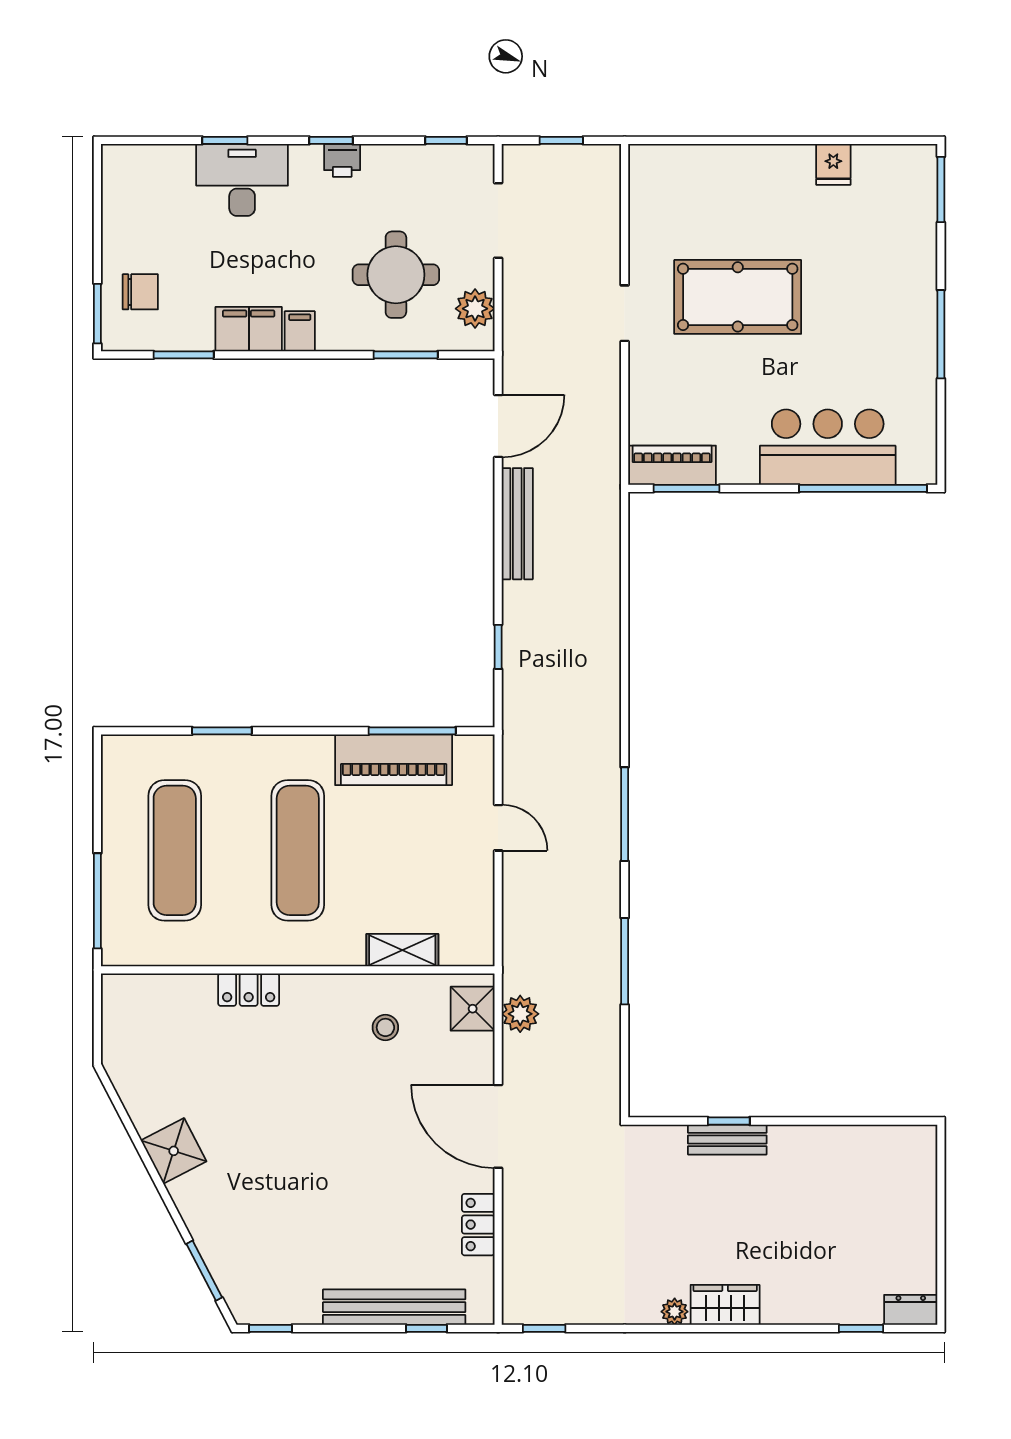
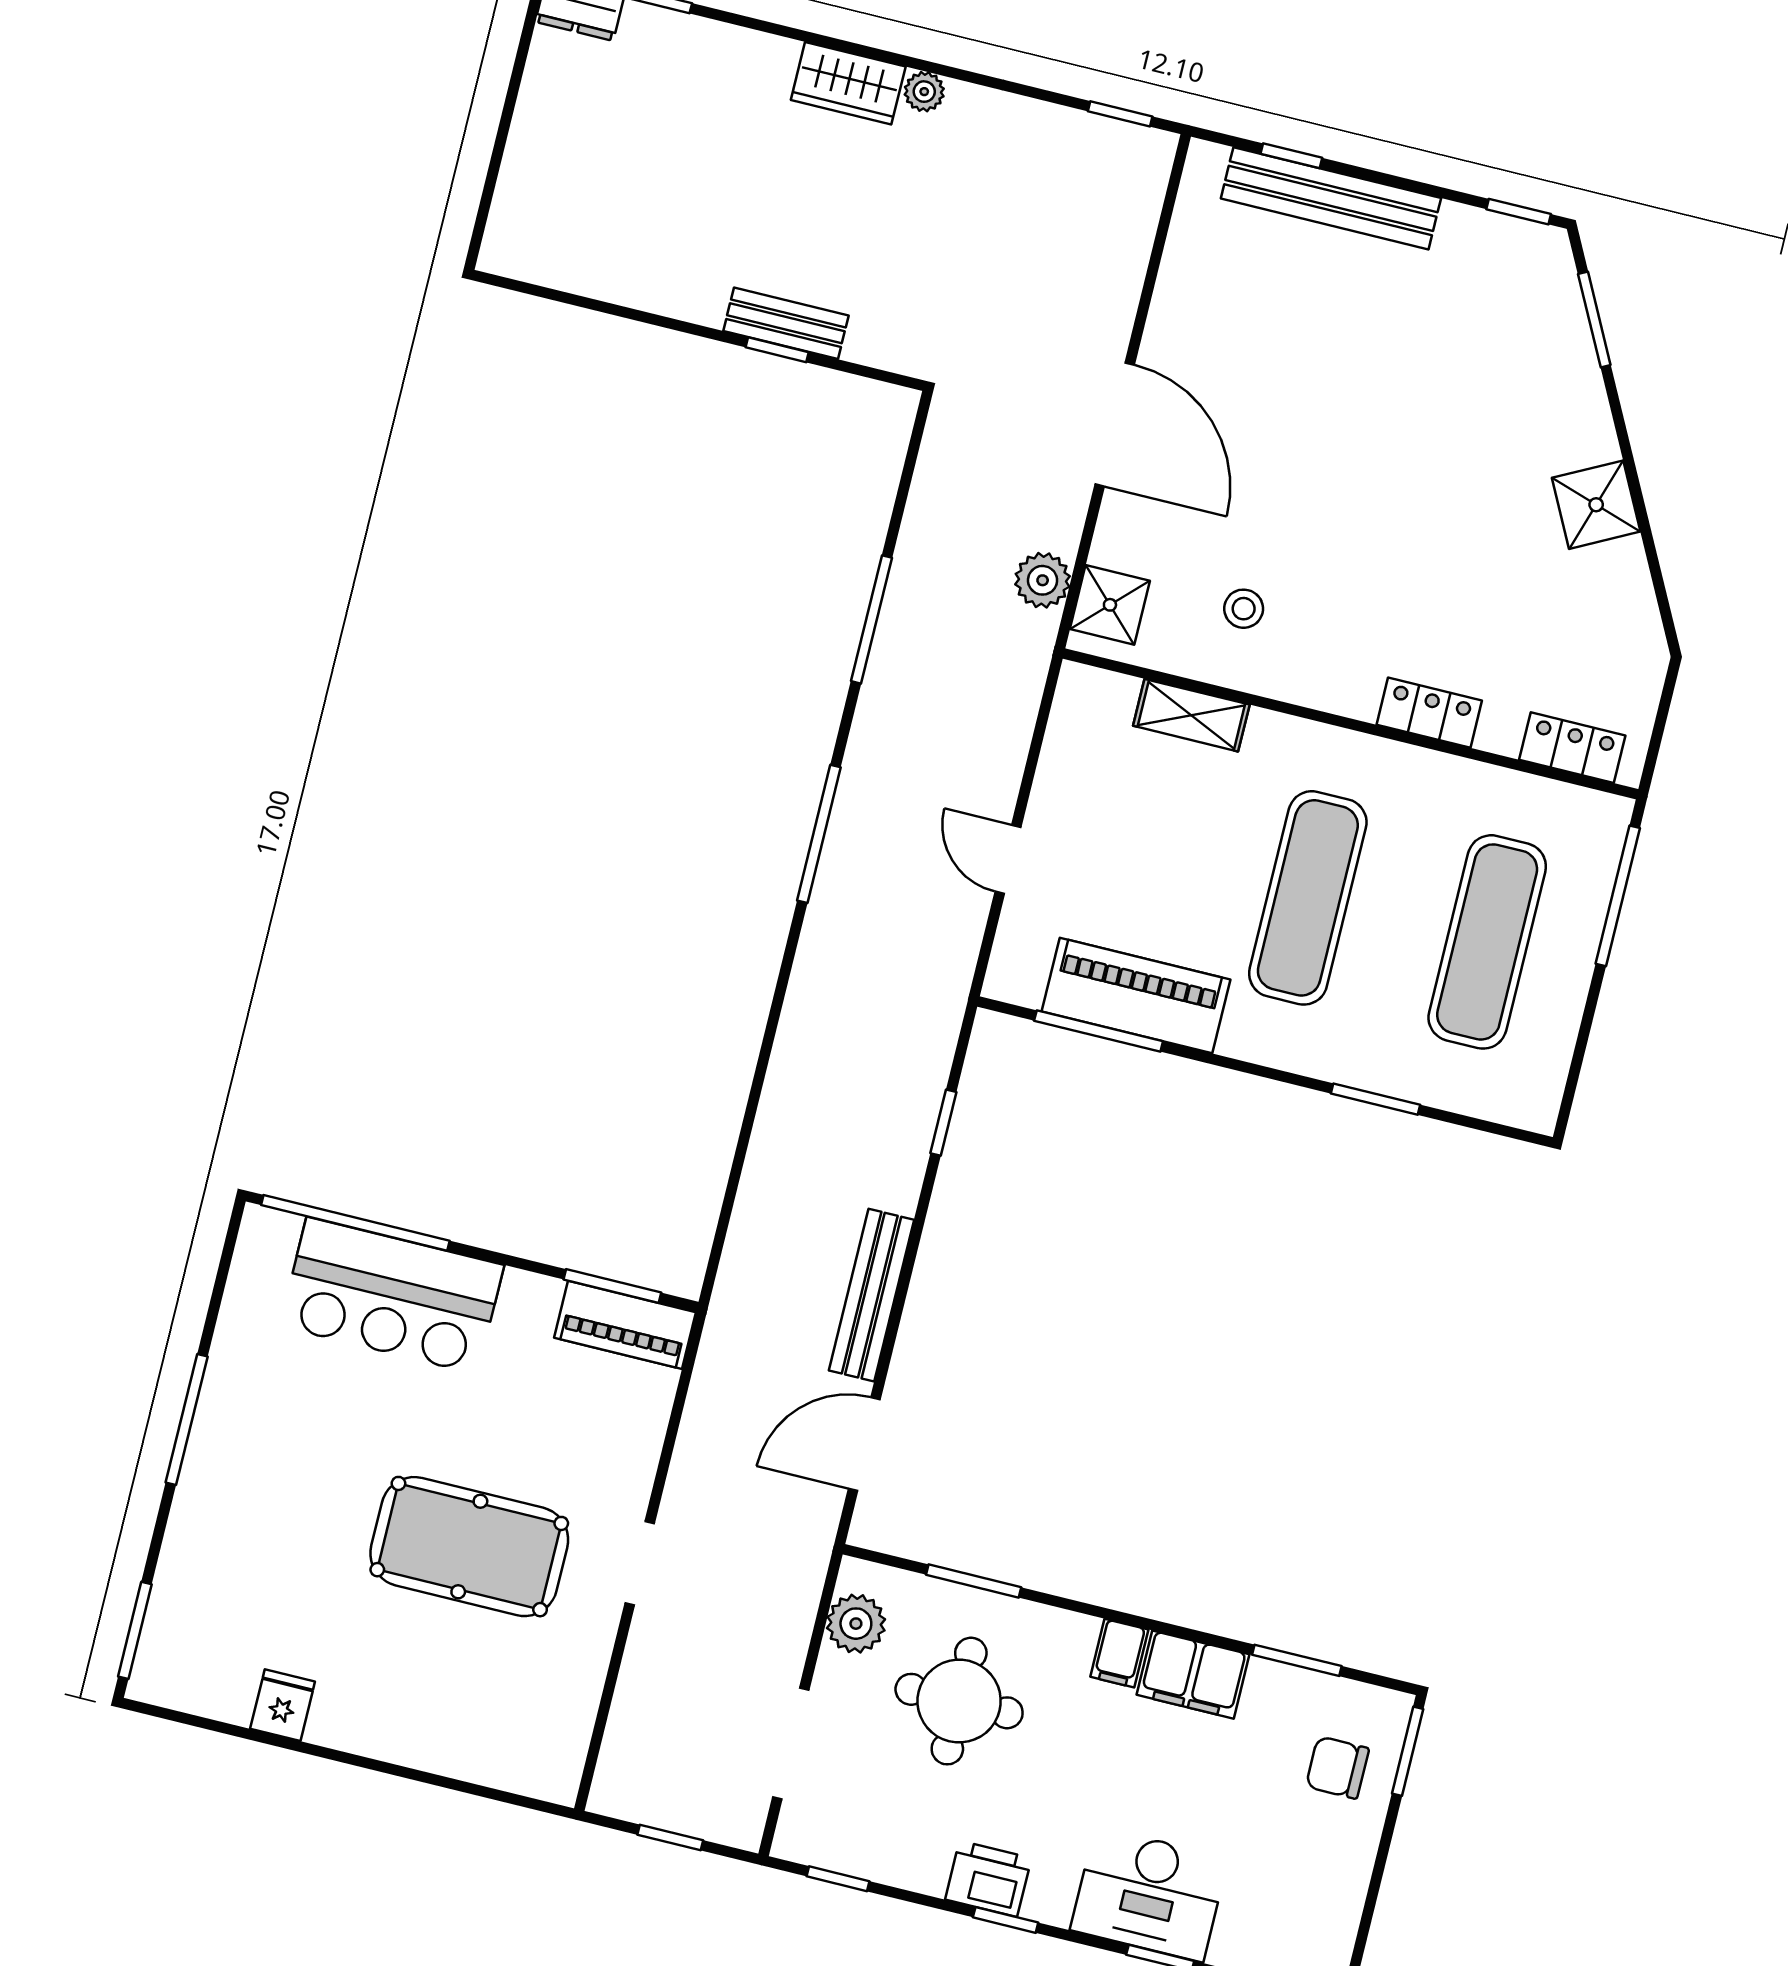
printer: (342, 160) -> (988, 1879), width x1.36, depth x1.24
locker: (478, 1225) -> (1572, 748), moved, turned -90

